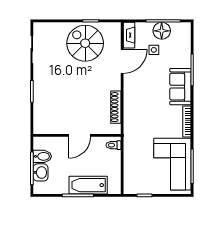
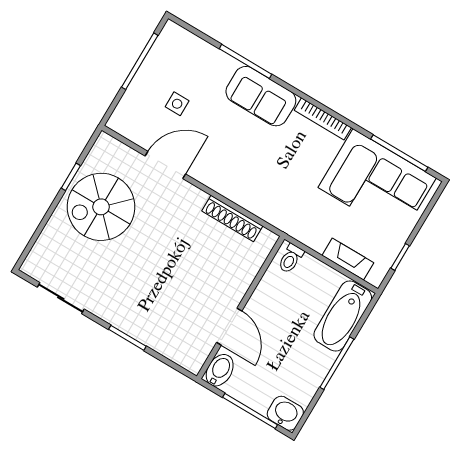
floor lamp: (162, 31) -> (154, 73), removed
fireplace: (129, 35) -> (348, 259), moved
door: (122, 61) -> (165, 165), hinge flipped
door: (80, 135) -> (229, 327), moved
bidet: (42, 156) -> (220, 370), moved
washbasin: (41, 172) -> (285, 413), moved
bathtub: (88, 185) -> (343, 316), moved

